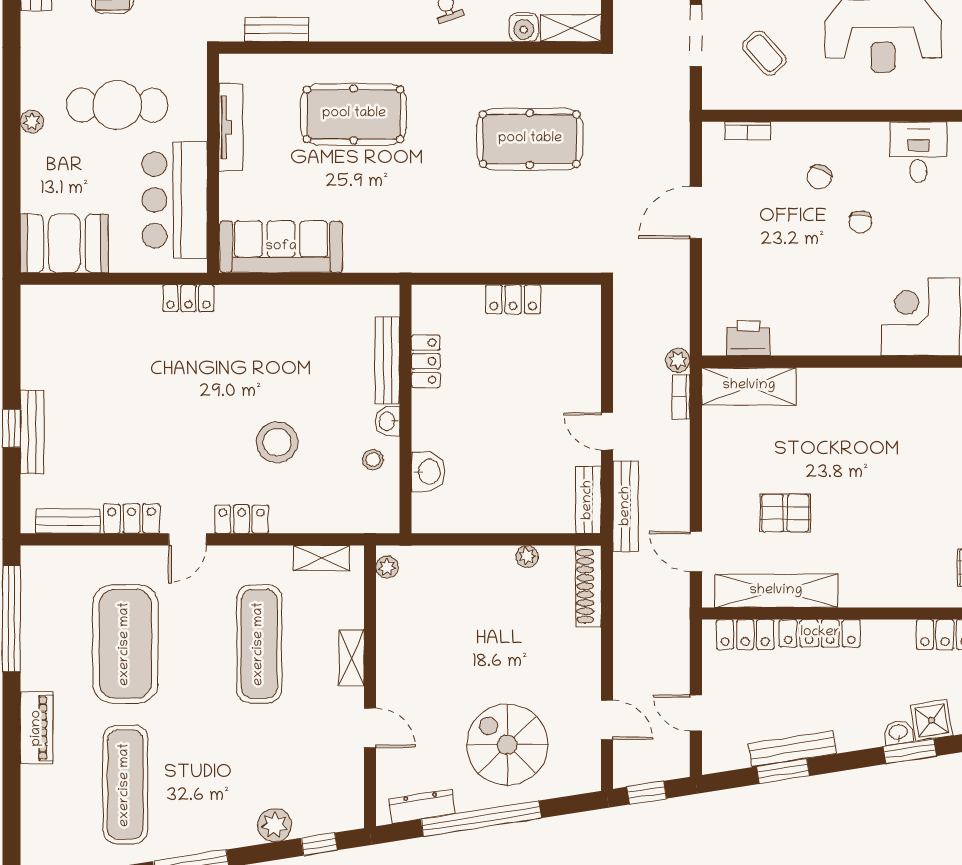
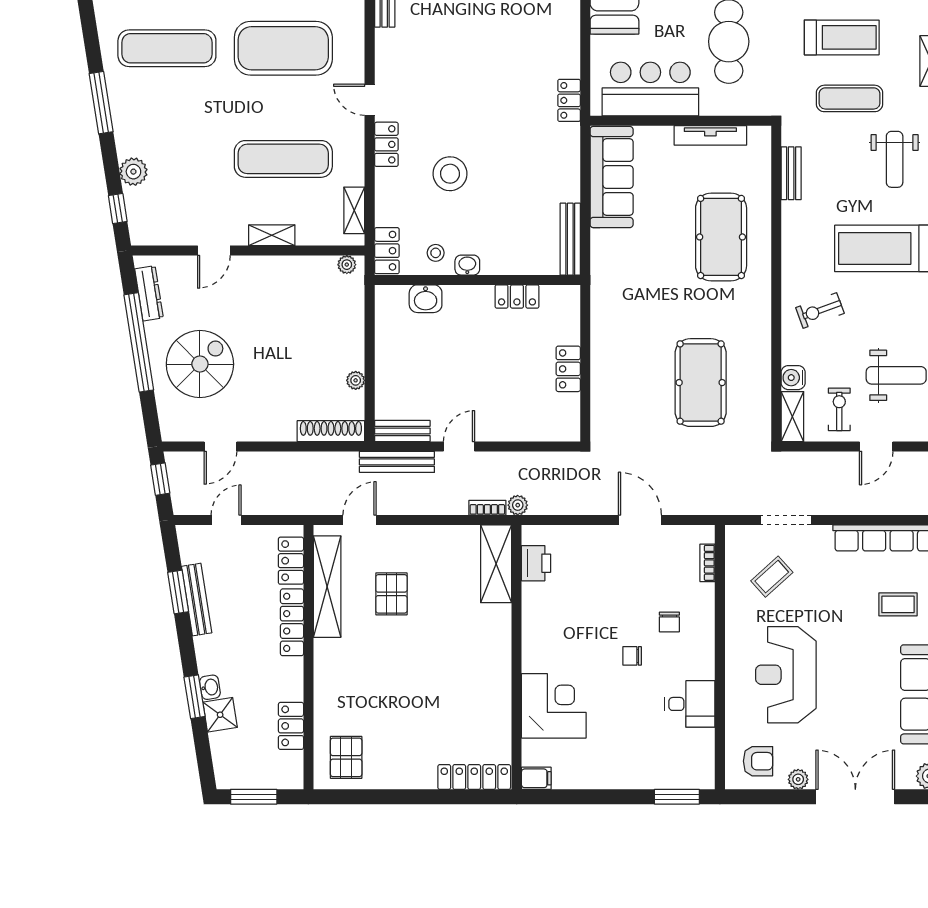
chair: (819, 177) -> (669, 622), turned -114
bench: (387, 361) -> (570, 239), moved, turned 90
locker: (131, 519) -> (387, 251), moved

